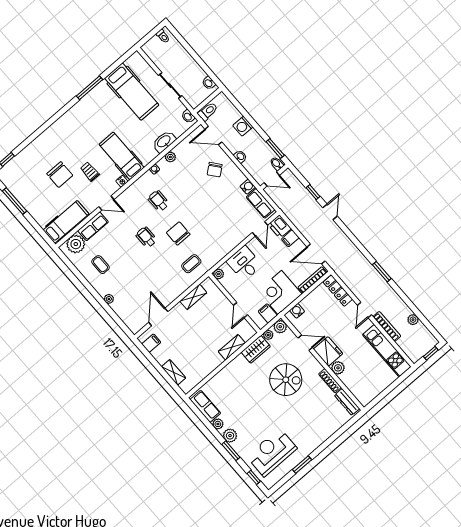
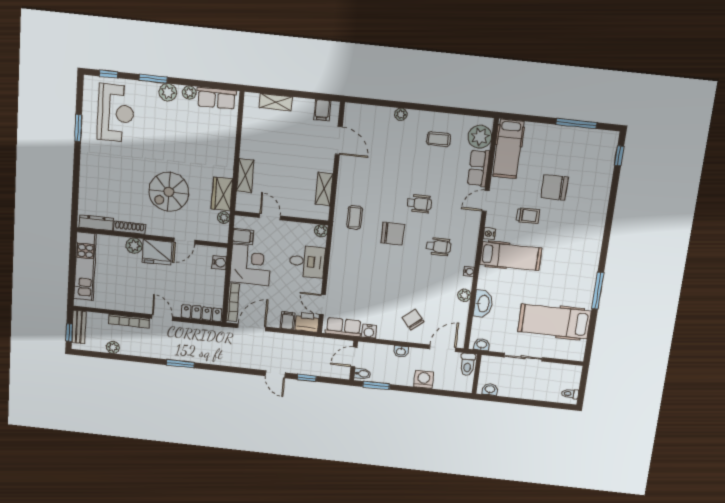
plant: (280, 327) -> (220, 235), removed
kitchen unit: (387, 351) -> (85, 266), moved, turned 90
bench: (421, 351) -> (79, 327), added

